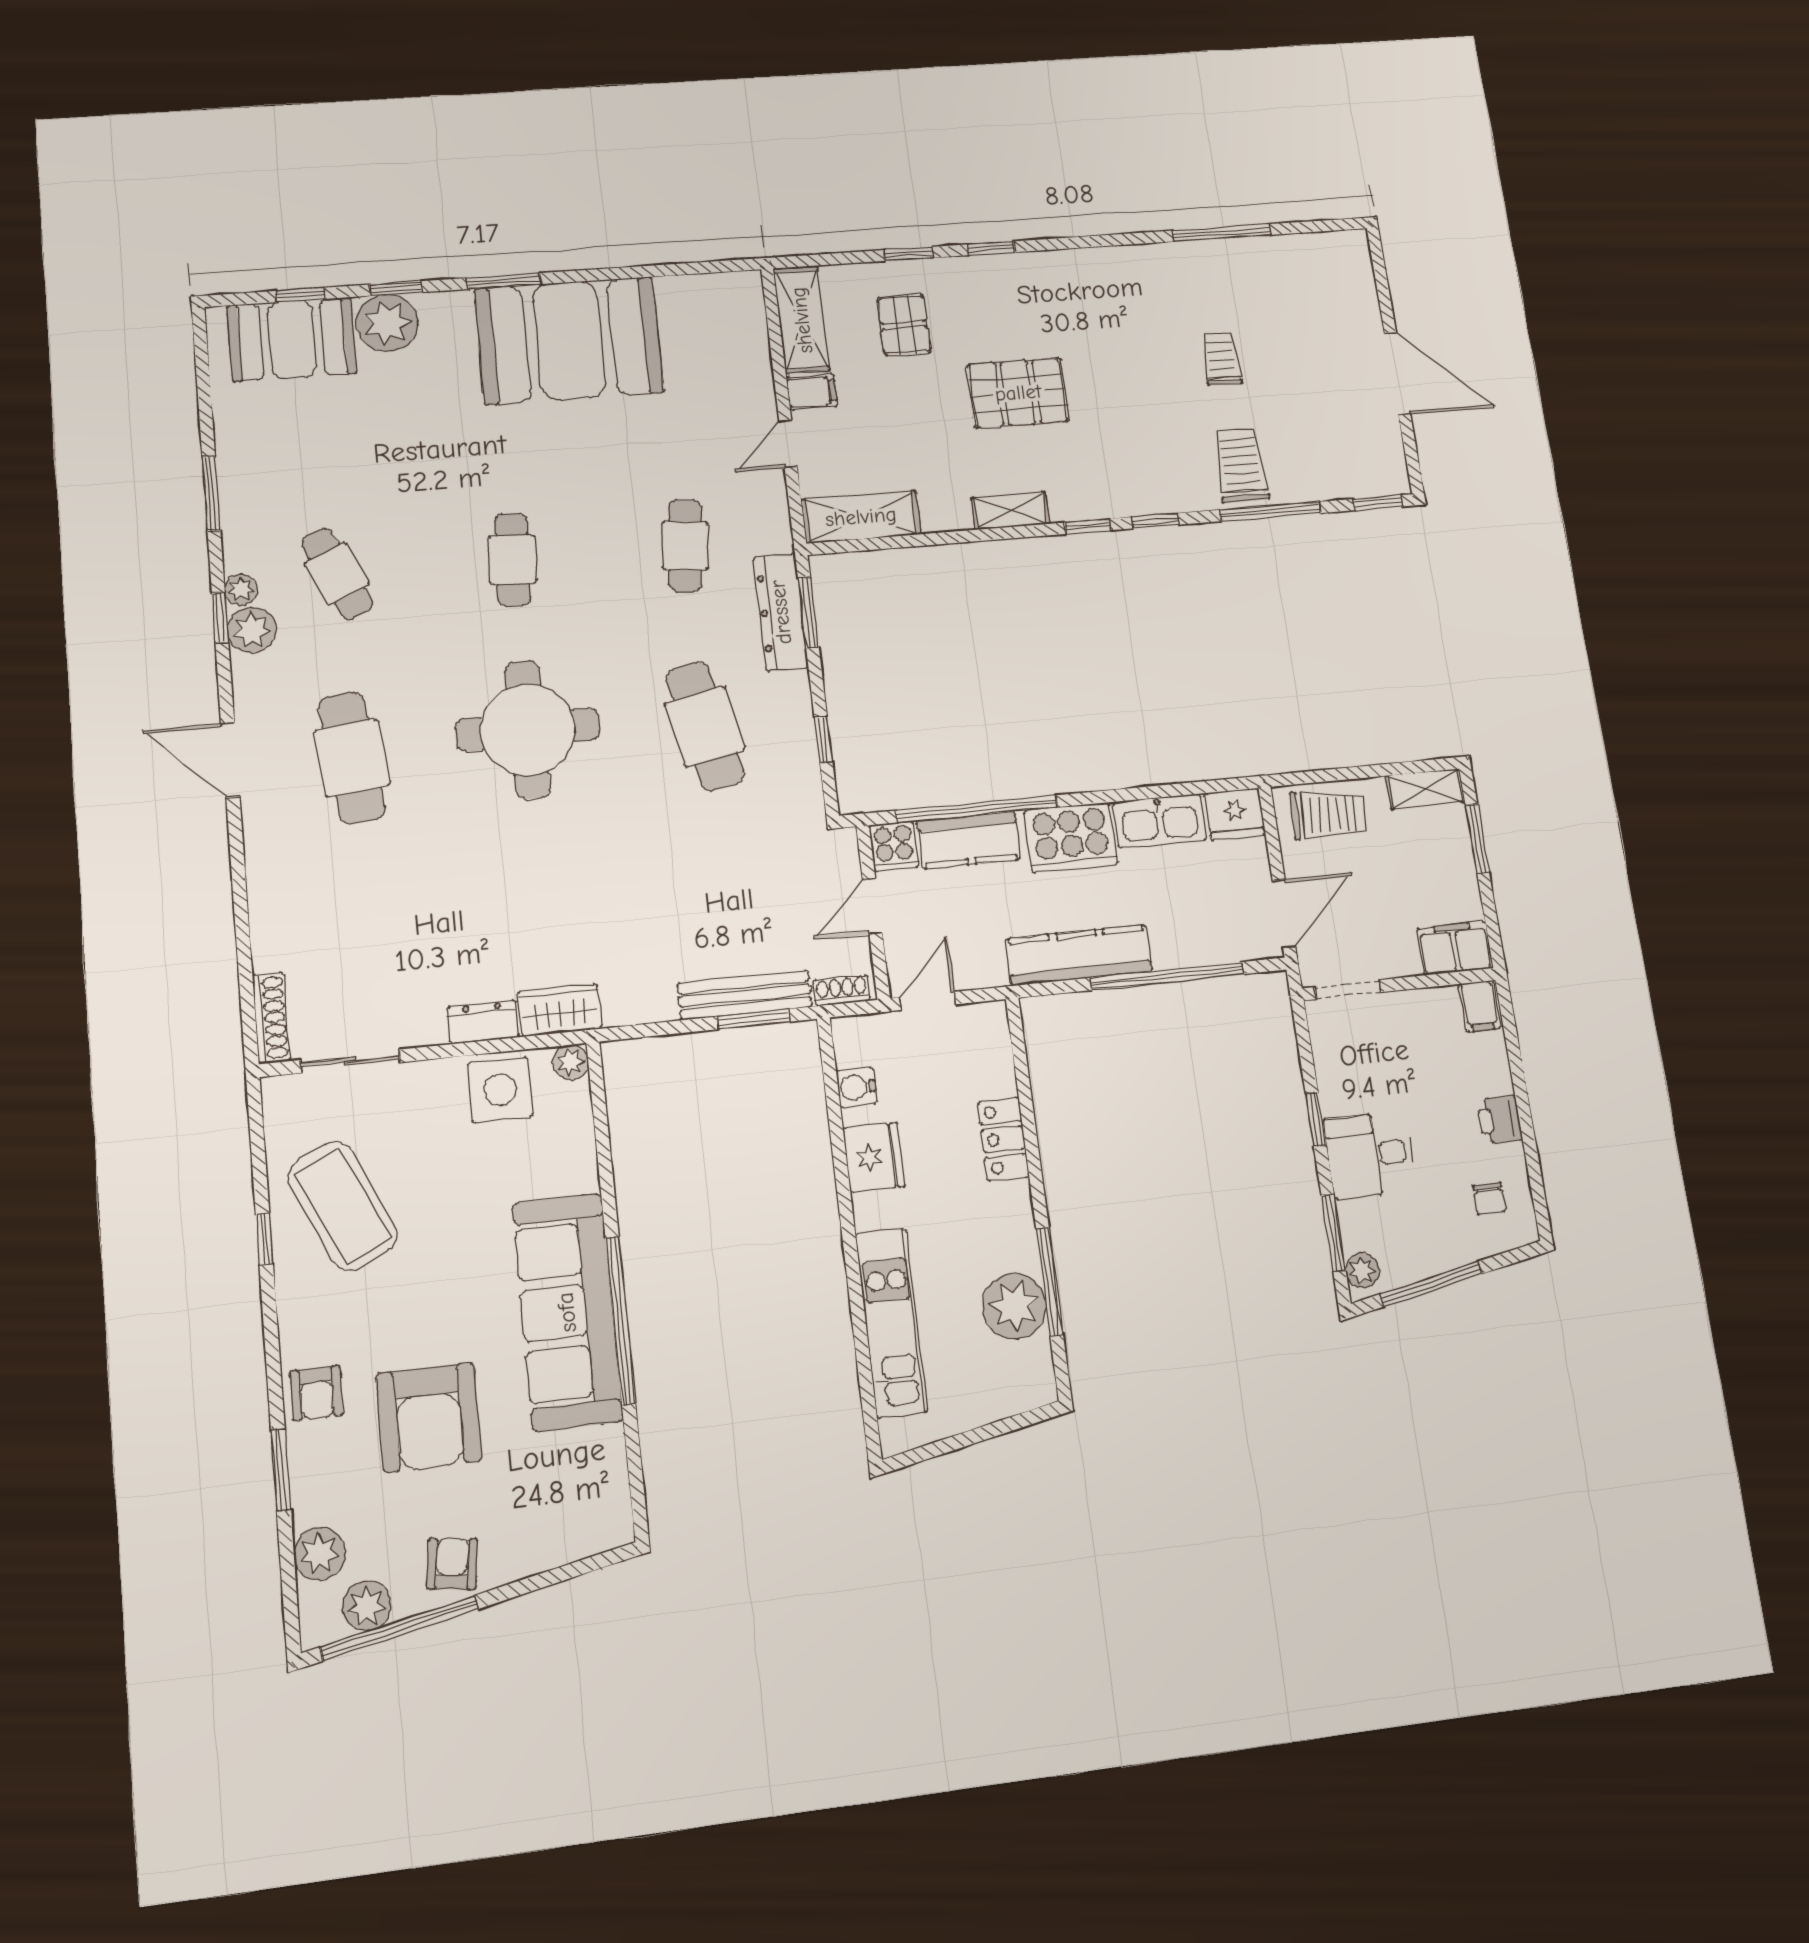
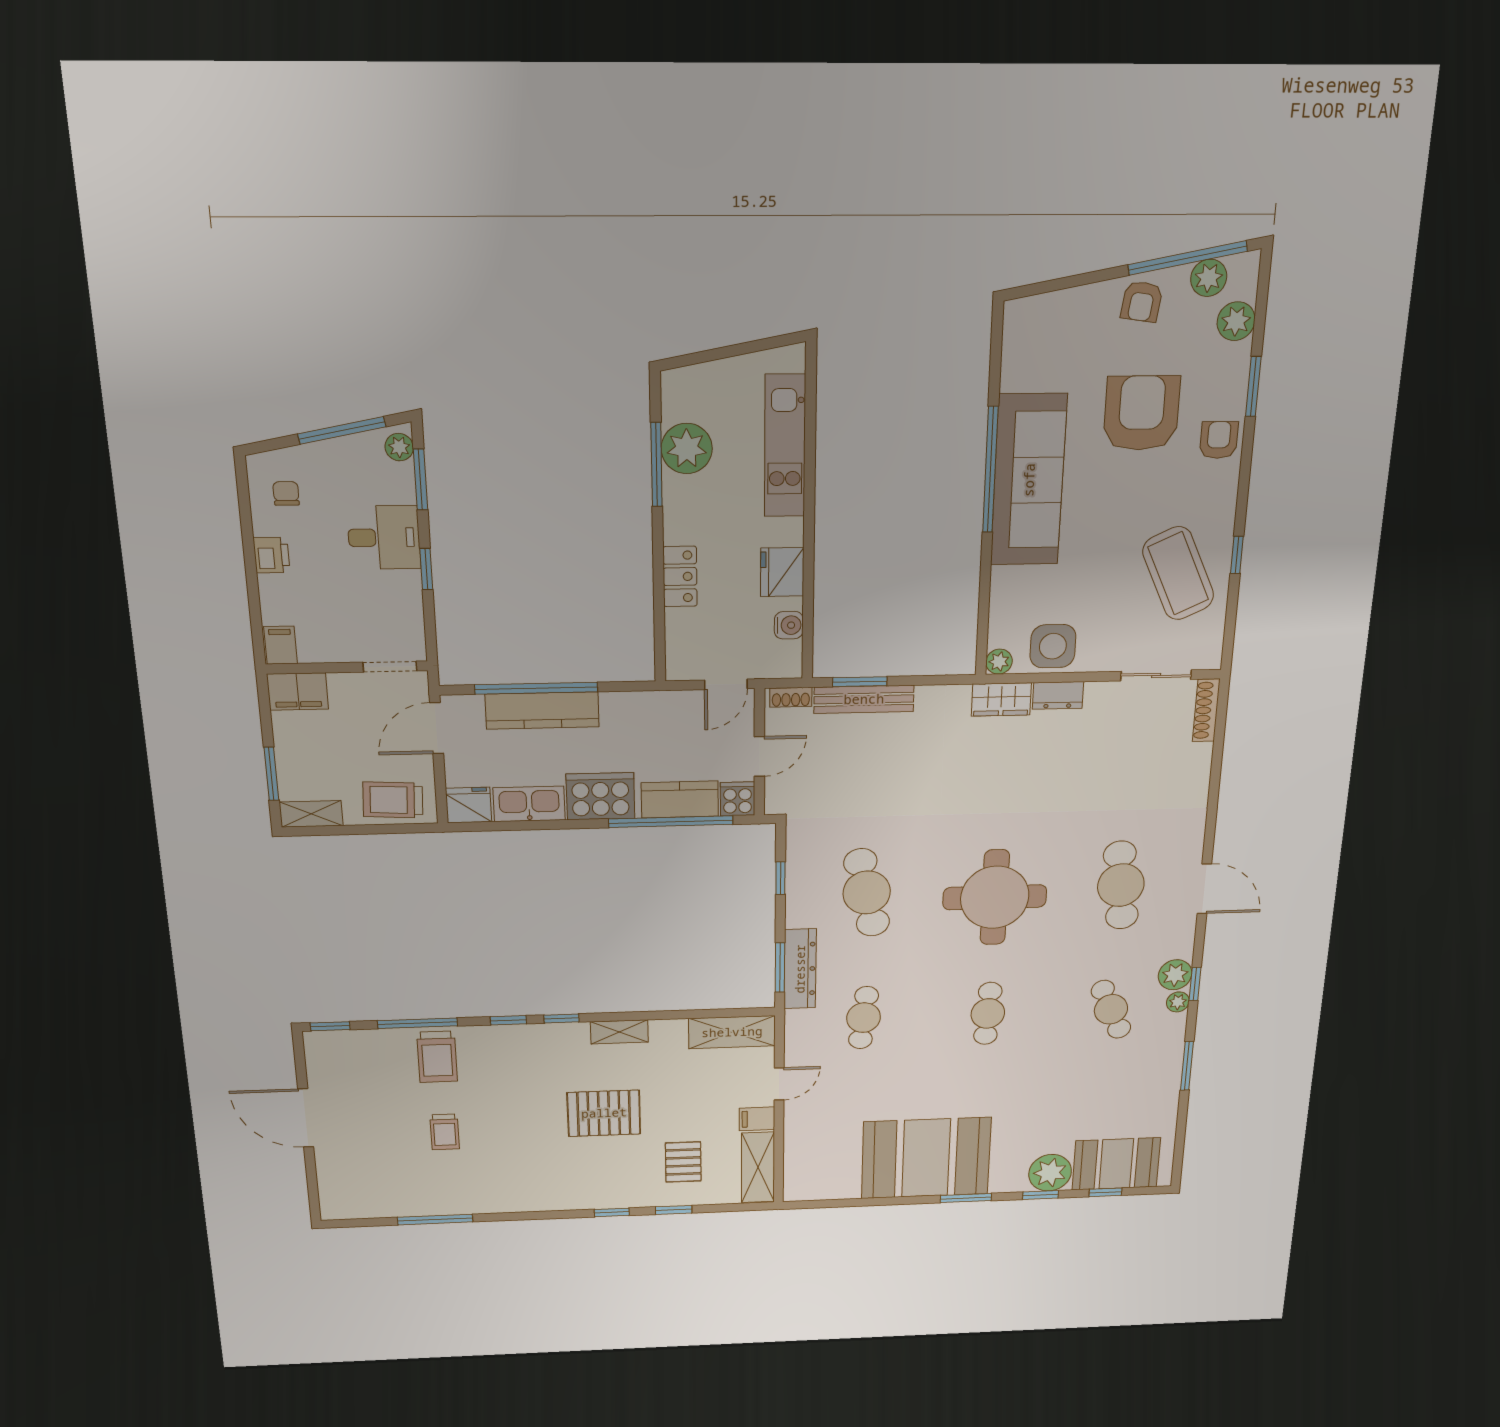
kitchen counter: (1079, 955) -> (542, 711), moved

